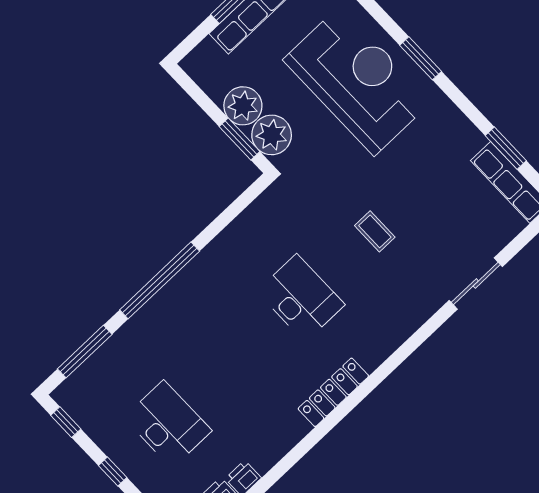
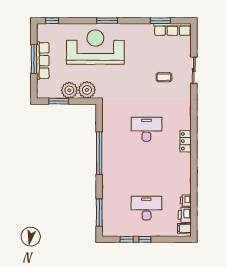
window: (240, 139) -> (59, 101), moved
coffee table: (375, 231) -> (164, 77), moved
window: (160, 280) -> (99, 153), moved
locker: (333, 392) -> (186, 141), width x0.66
window: (66, 422) -> (127, 239), moved

